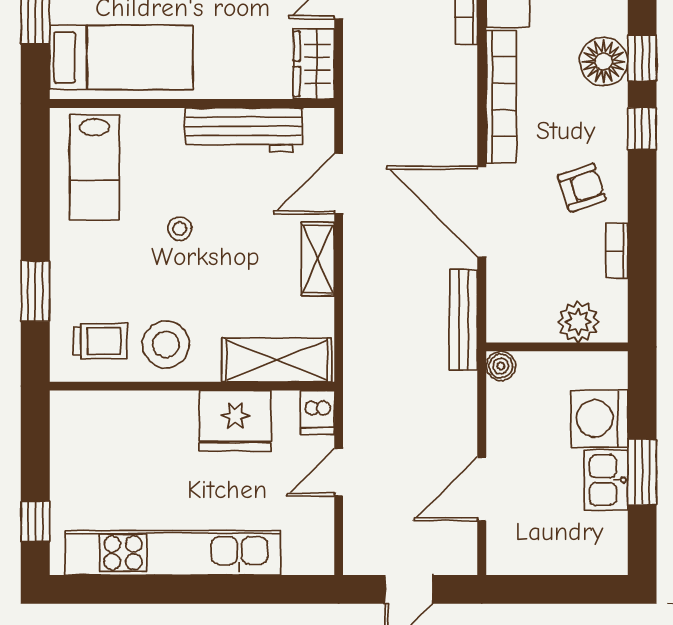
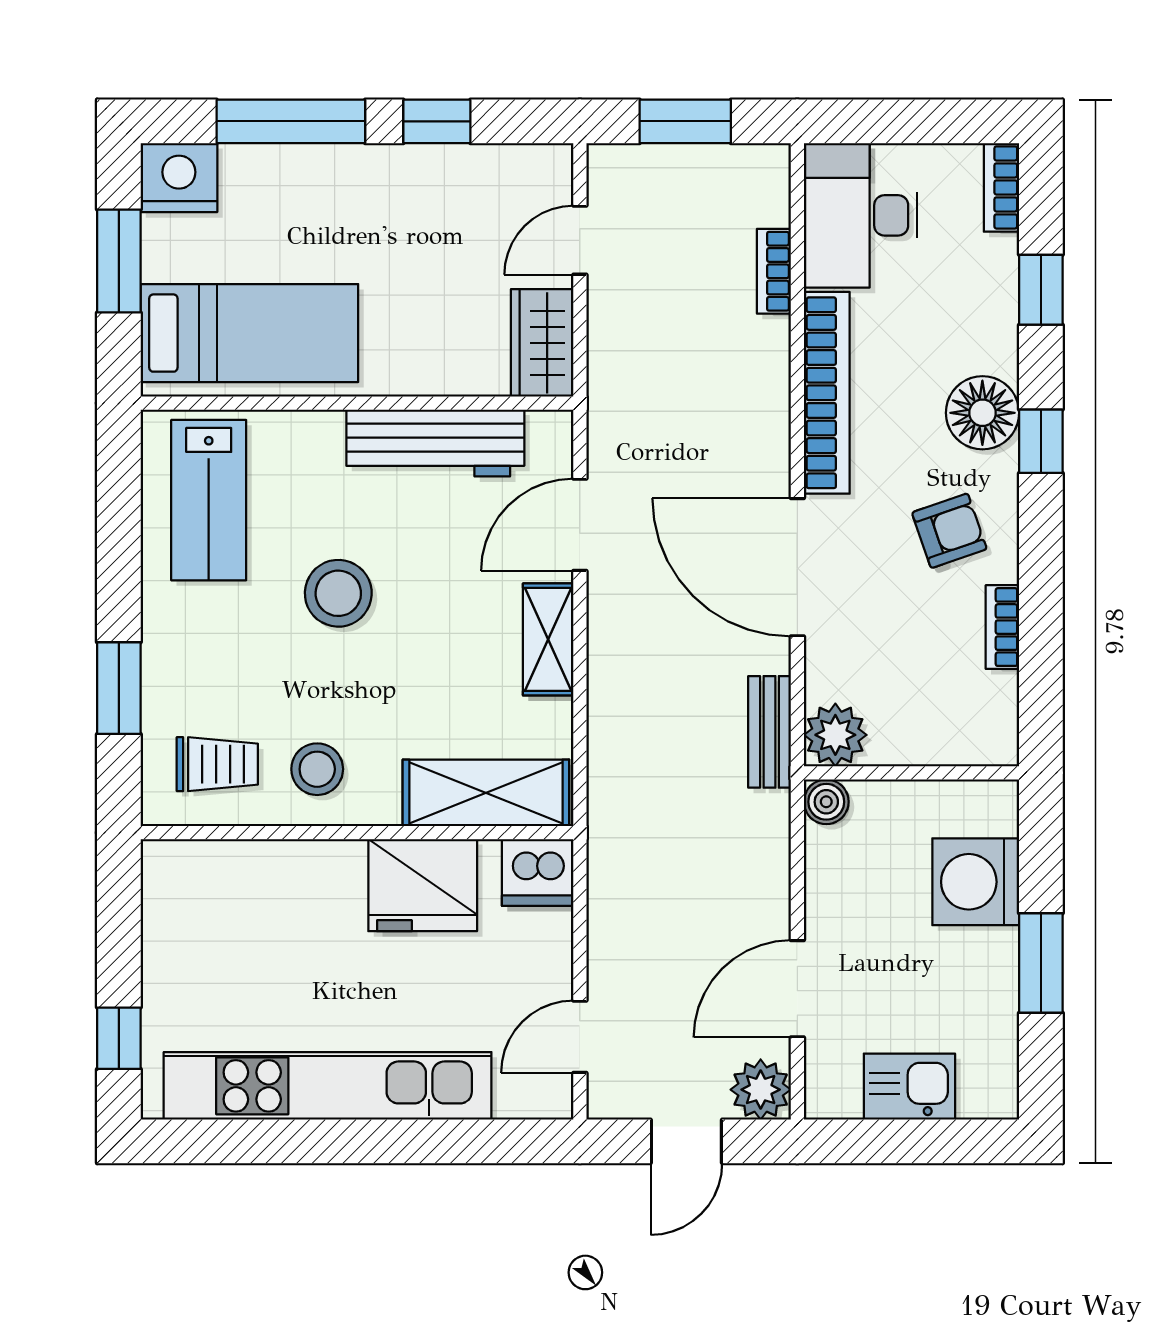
window: (642, 58) -> (1041, 290), moved
floor lamp: (604, 62) -> (982, 413), moved
stool: (180, 229) -> (338, 593), width x1.89, depth x1.89
bench: (463, 320) -> (769, 732), width x0.73
plant: (578, 322) -> (835, 735), moved
stool: (166, 344) -> (317, 769), width x0.73, depth x0.73
dishwasher: (317, 412) -> (538, 873), width x1.38
door: (339, 472) -> (580, 1037), moved
kitchen sink: (606, 480) -> (909, 1087), moved, turned 90
plant: (458, 555) -> (761, 1090), added

